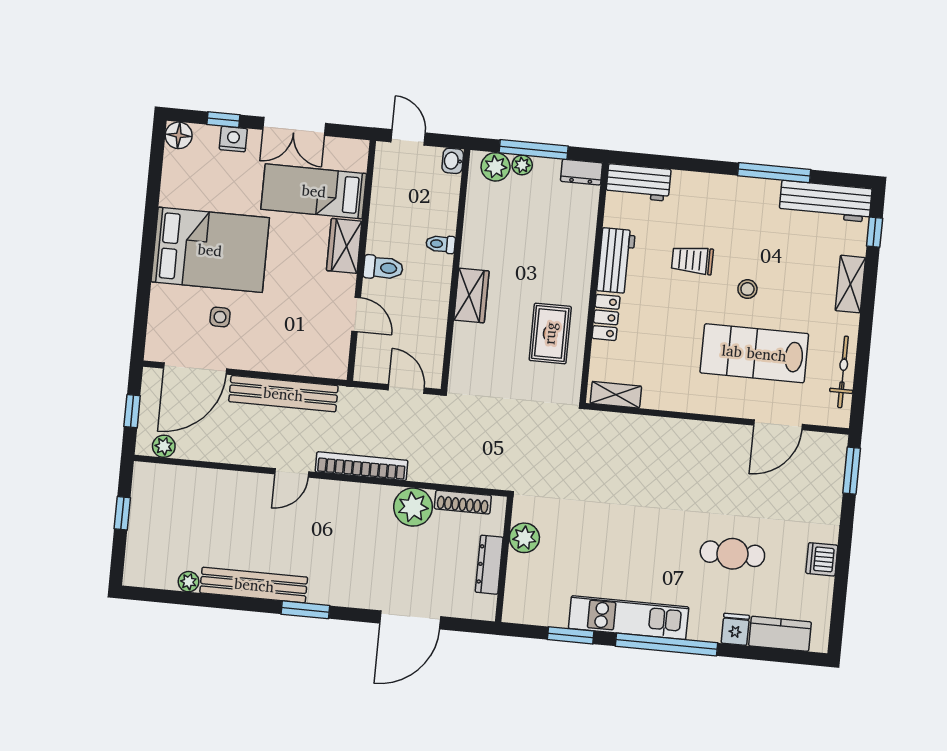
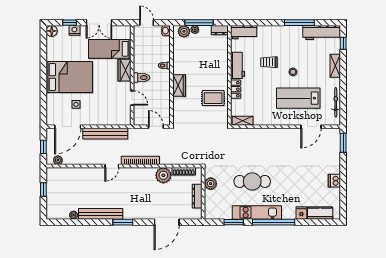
rug: (550, 333) -> (213, 98), turned 90
cafe table: (732, 554) -> (252, 181), moved, width x1.37, depth x1.35

